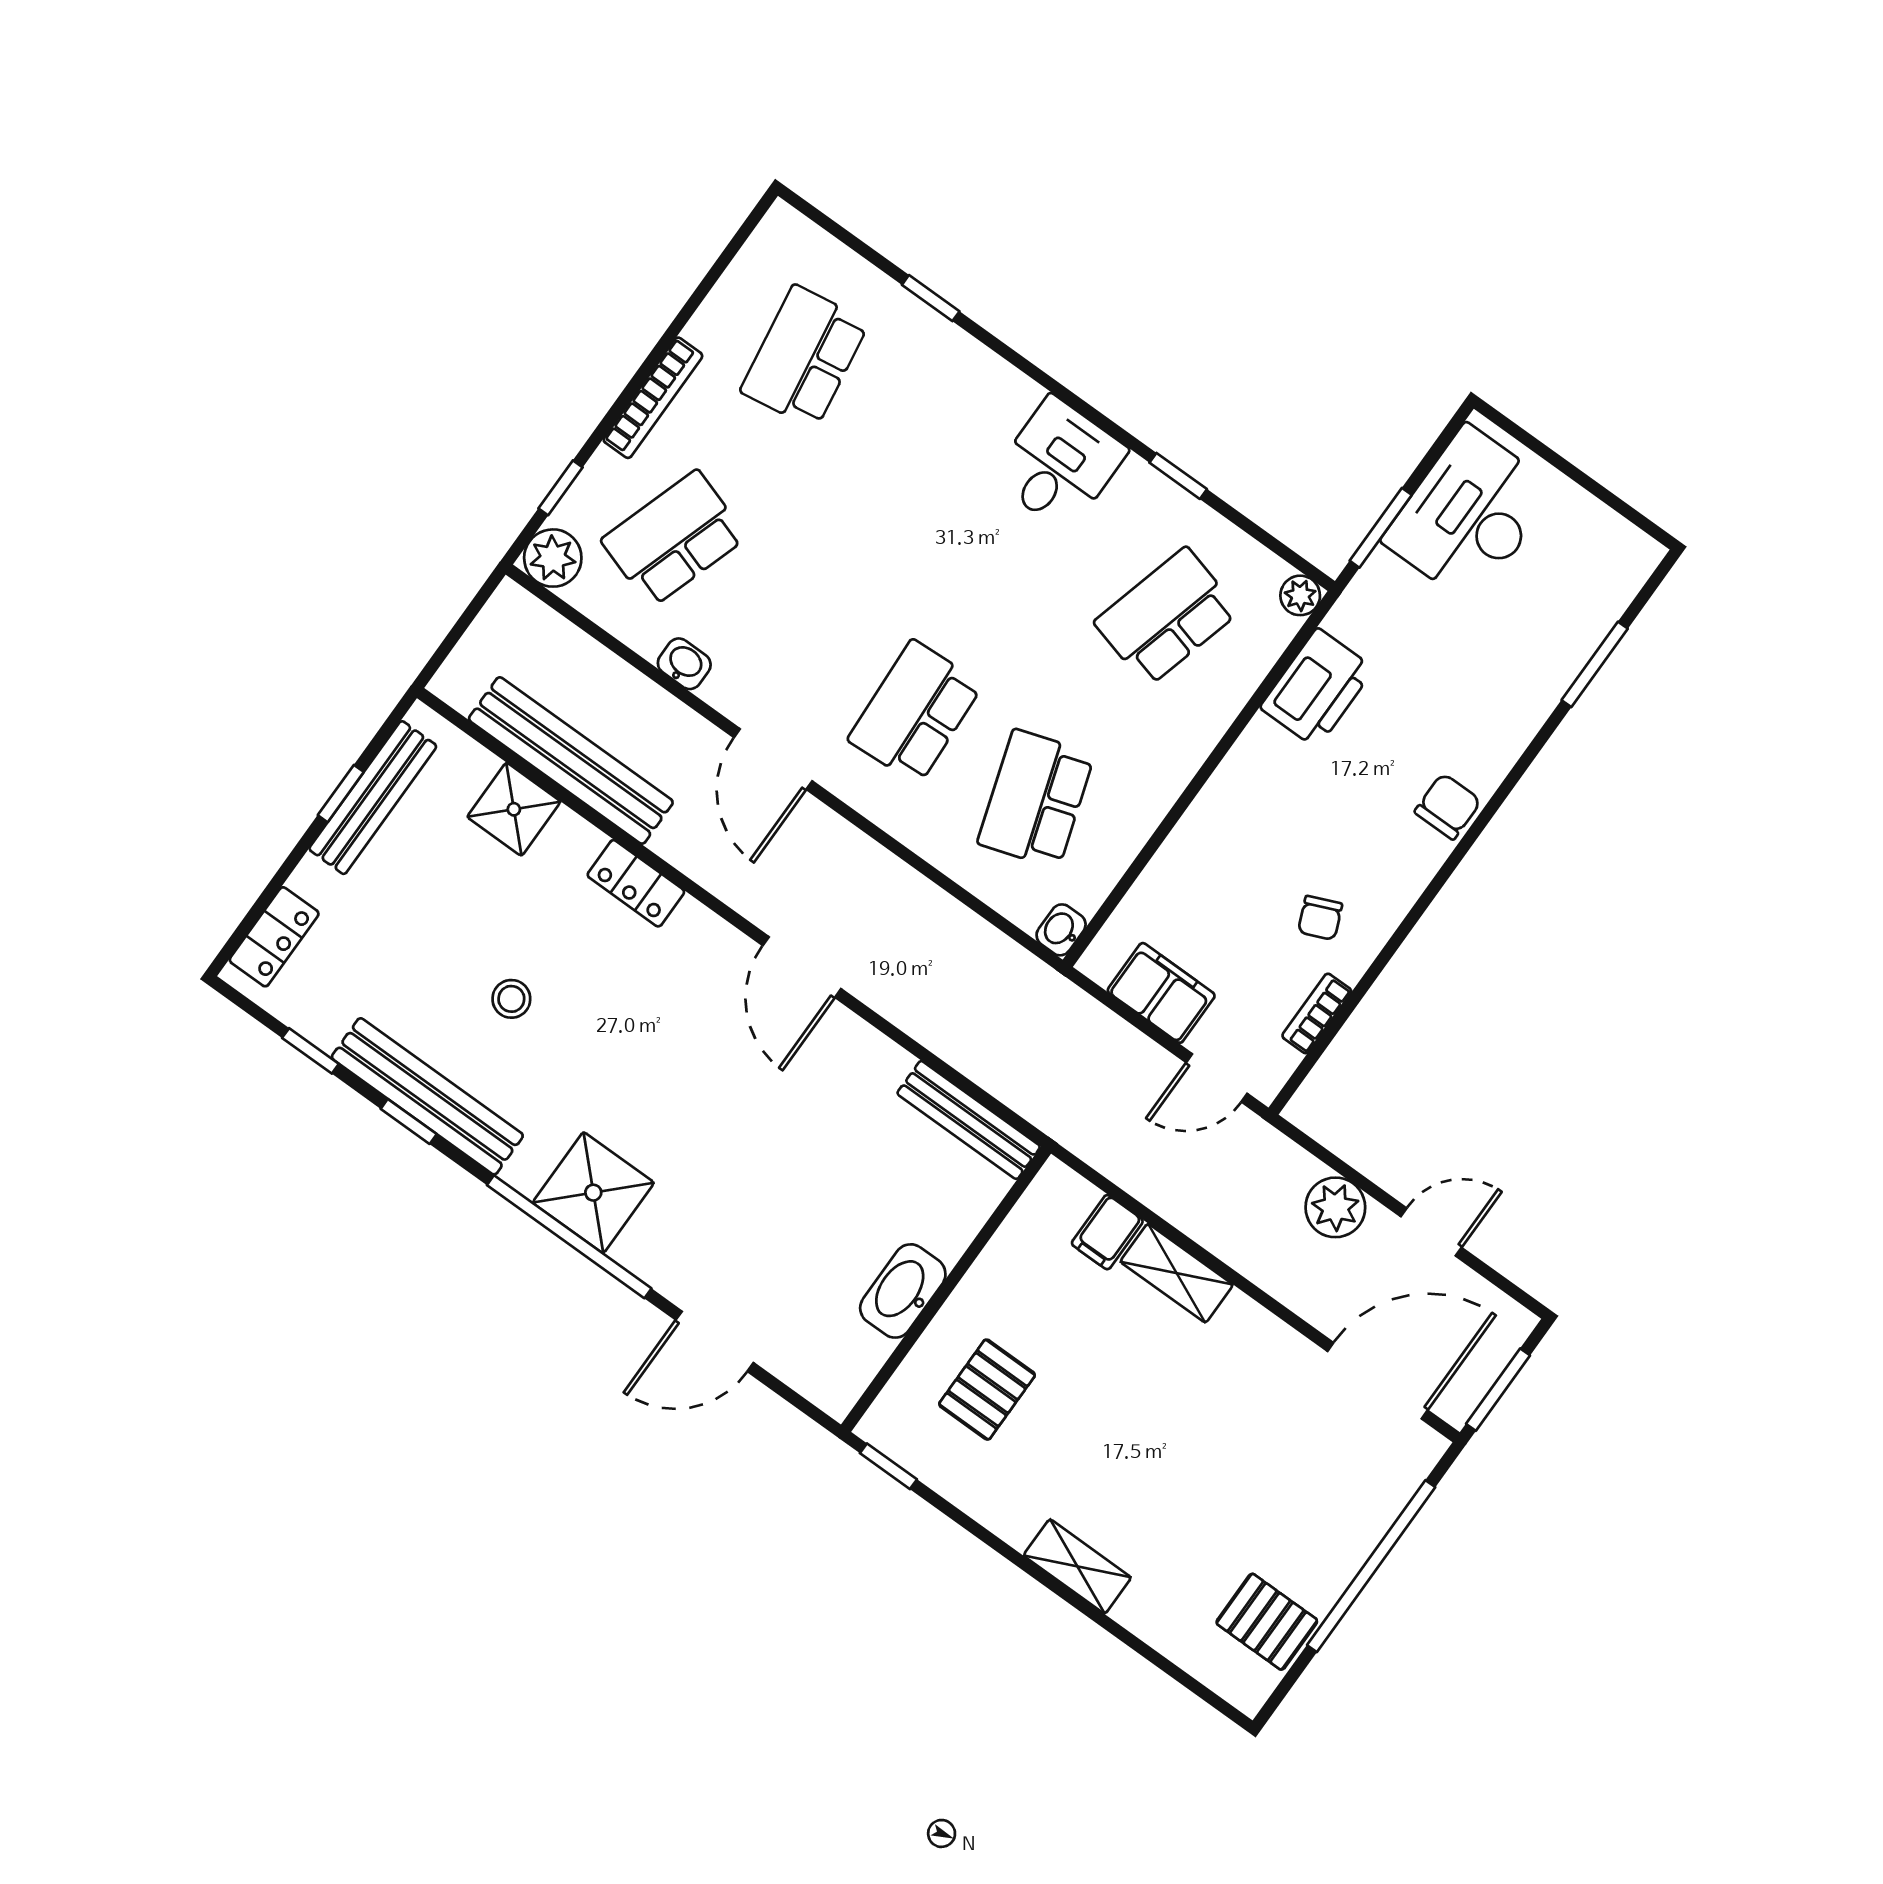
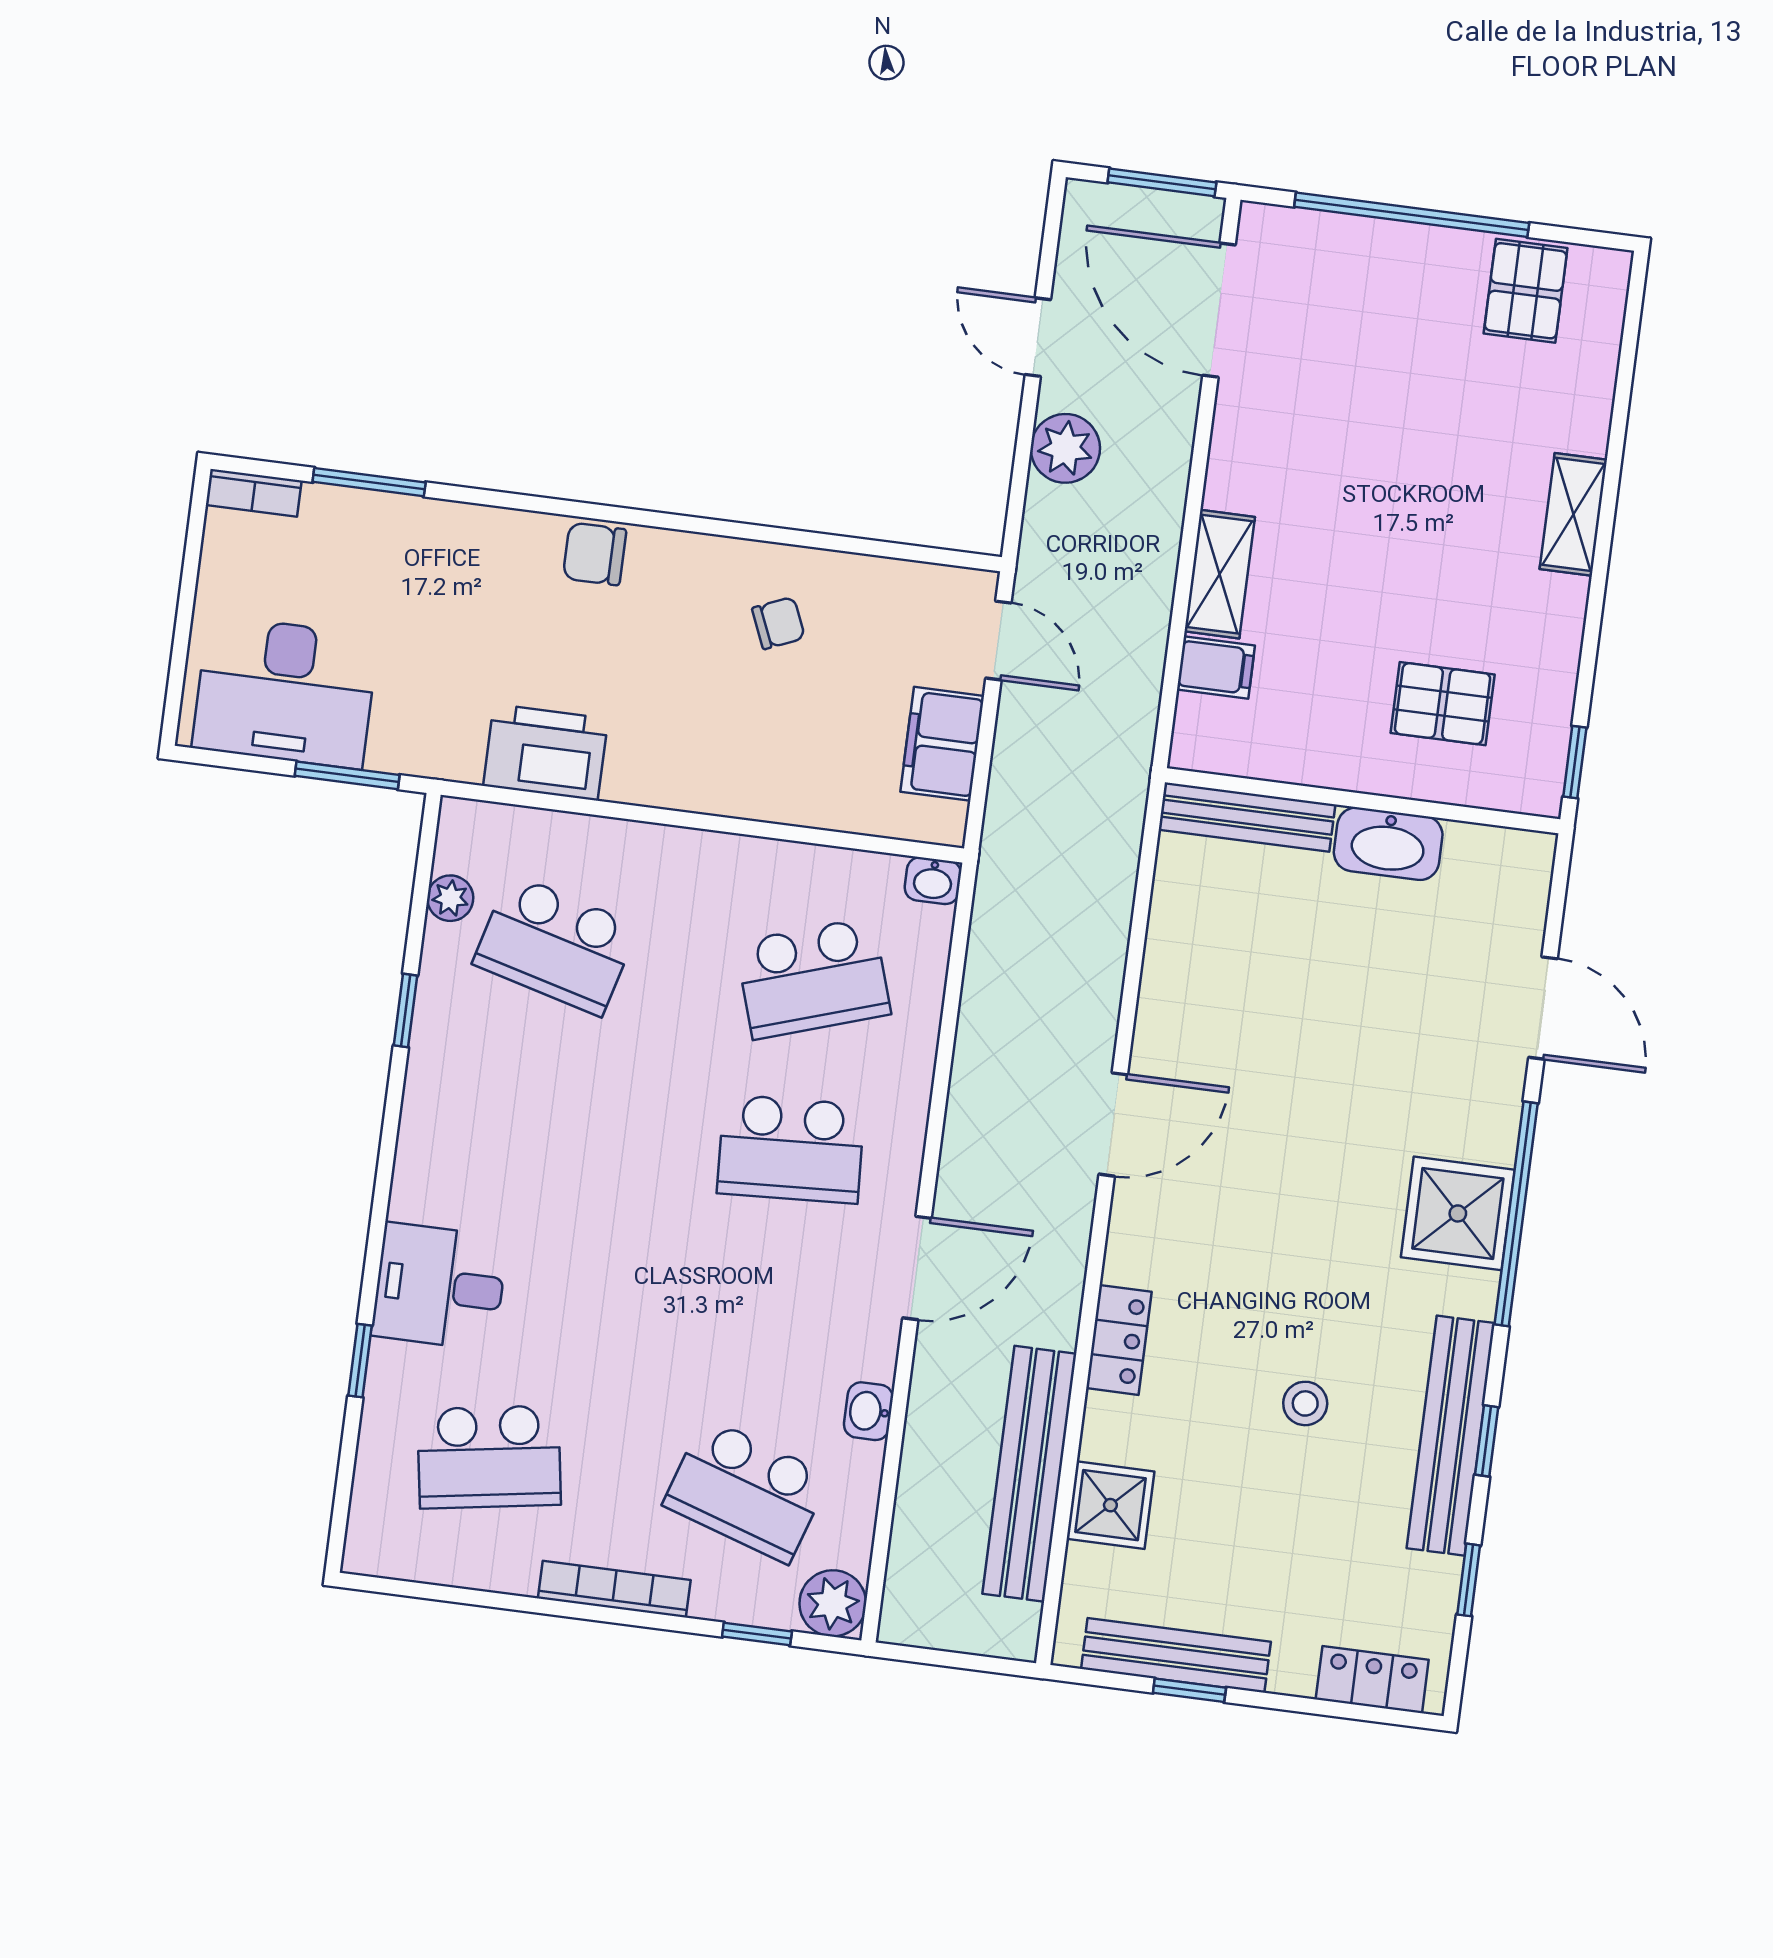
desk: (1059, 464) -> (440, 1286), moved
plant: (1300, 595) -> (450, 898), moved
bookcase: (1317, 1013) -> (254, 493), moved
bench: (969, 1120) -> (1247, 817), moved, turned 90

